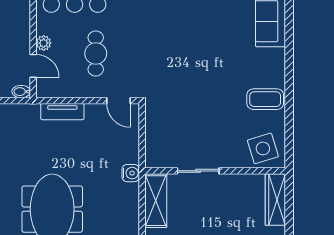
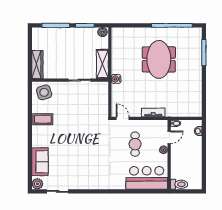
door: (33, 66) -> (169, 137), swing flipped

